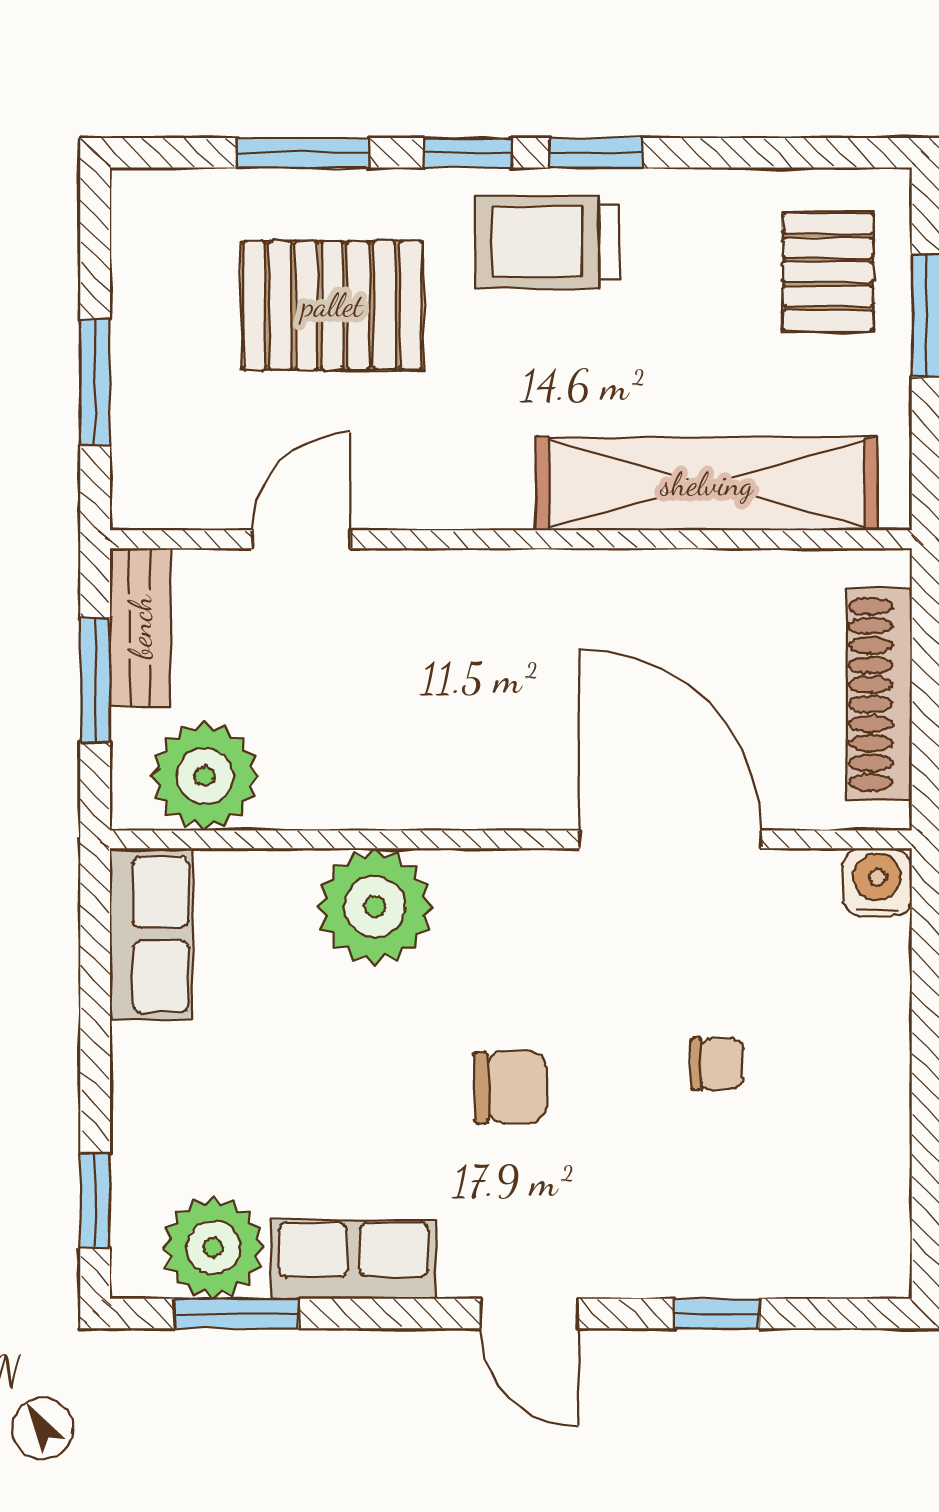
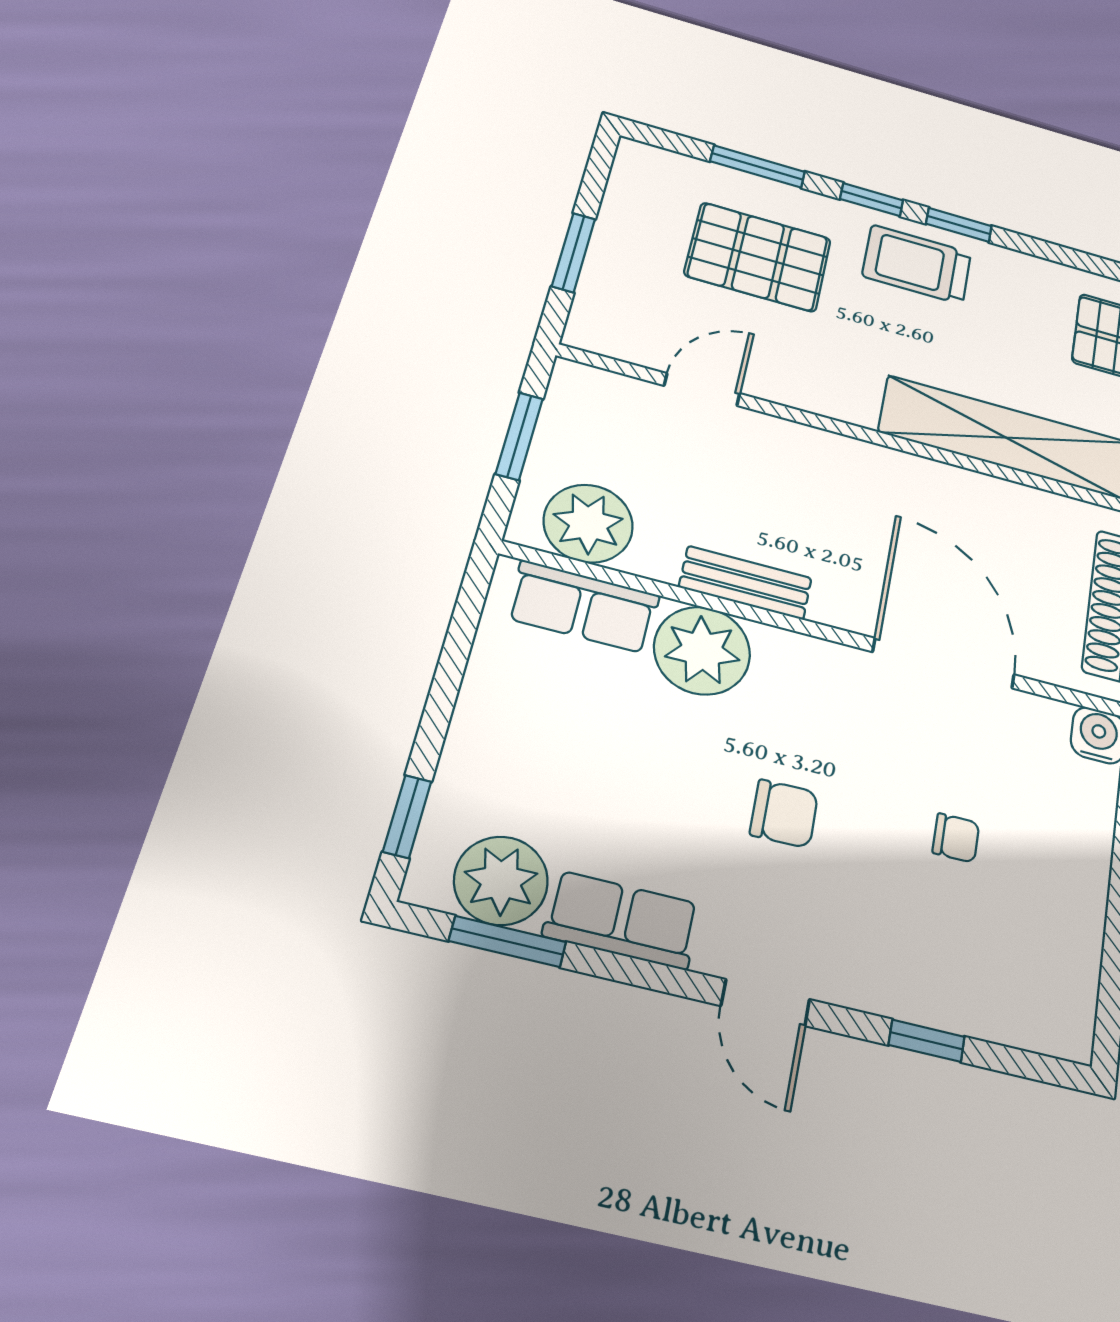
bench: (140, 627) -> (745, 583), moved, turned 90
row of seats: (151, 934) -> (583, 607), moved, turned 90

